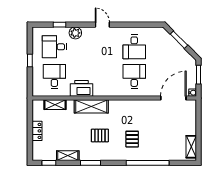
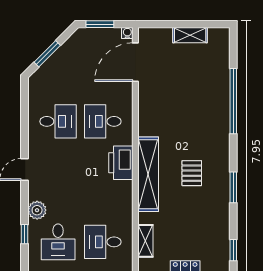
printer: (82, 88) -> (121, 163), moved
door: (173, 98) -> (135, 62), hinge flipped
shelving: (91, 106) -> (148, 174), width x1.47
pallet: (132, 139) -> (197, 124), removed
shelving: (191, 147) -> (190, 35), moved
shelving: (68, 156) -> (222, 222), removed

